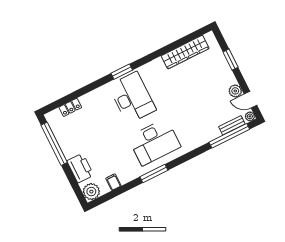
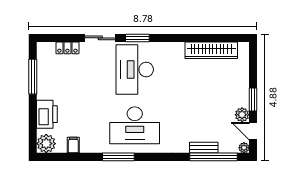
window: (230, 60) -> (253, 99), moved
sliding door: (92, 86) -> (100, 38), added
desk: (132, 98) -> (135, 70), turned 180
bench: (232, 125) -> (204, 148), moved
window: (54, 144) -> (33, 77), width x0.68

